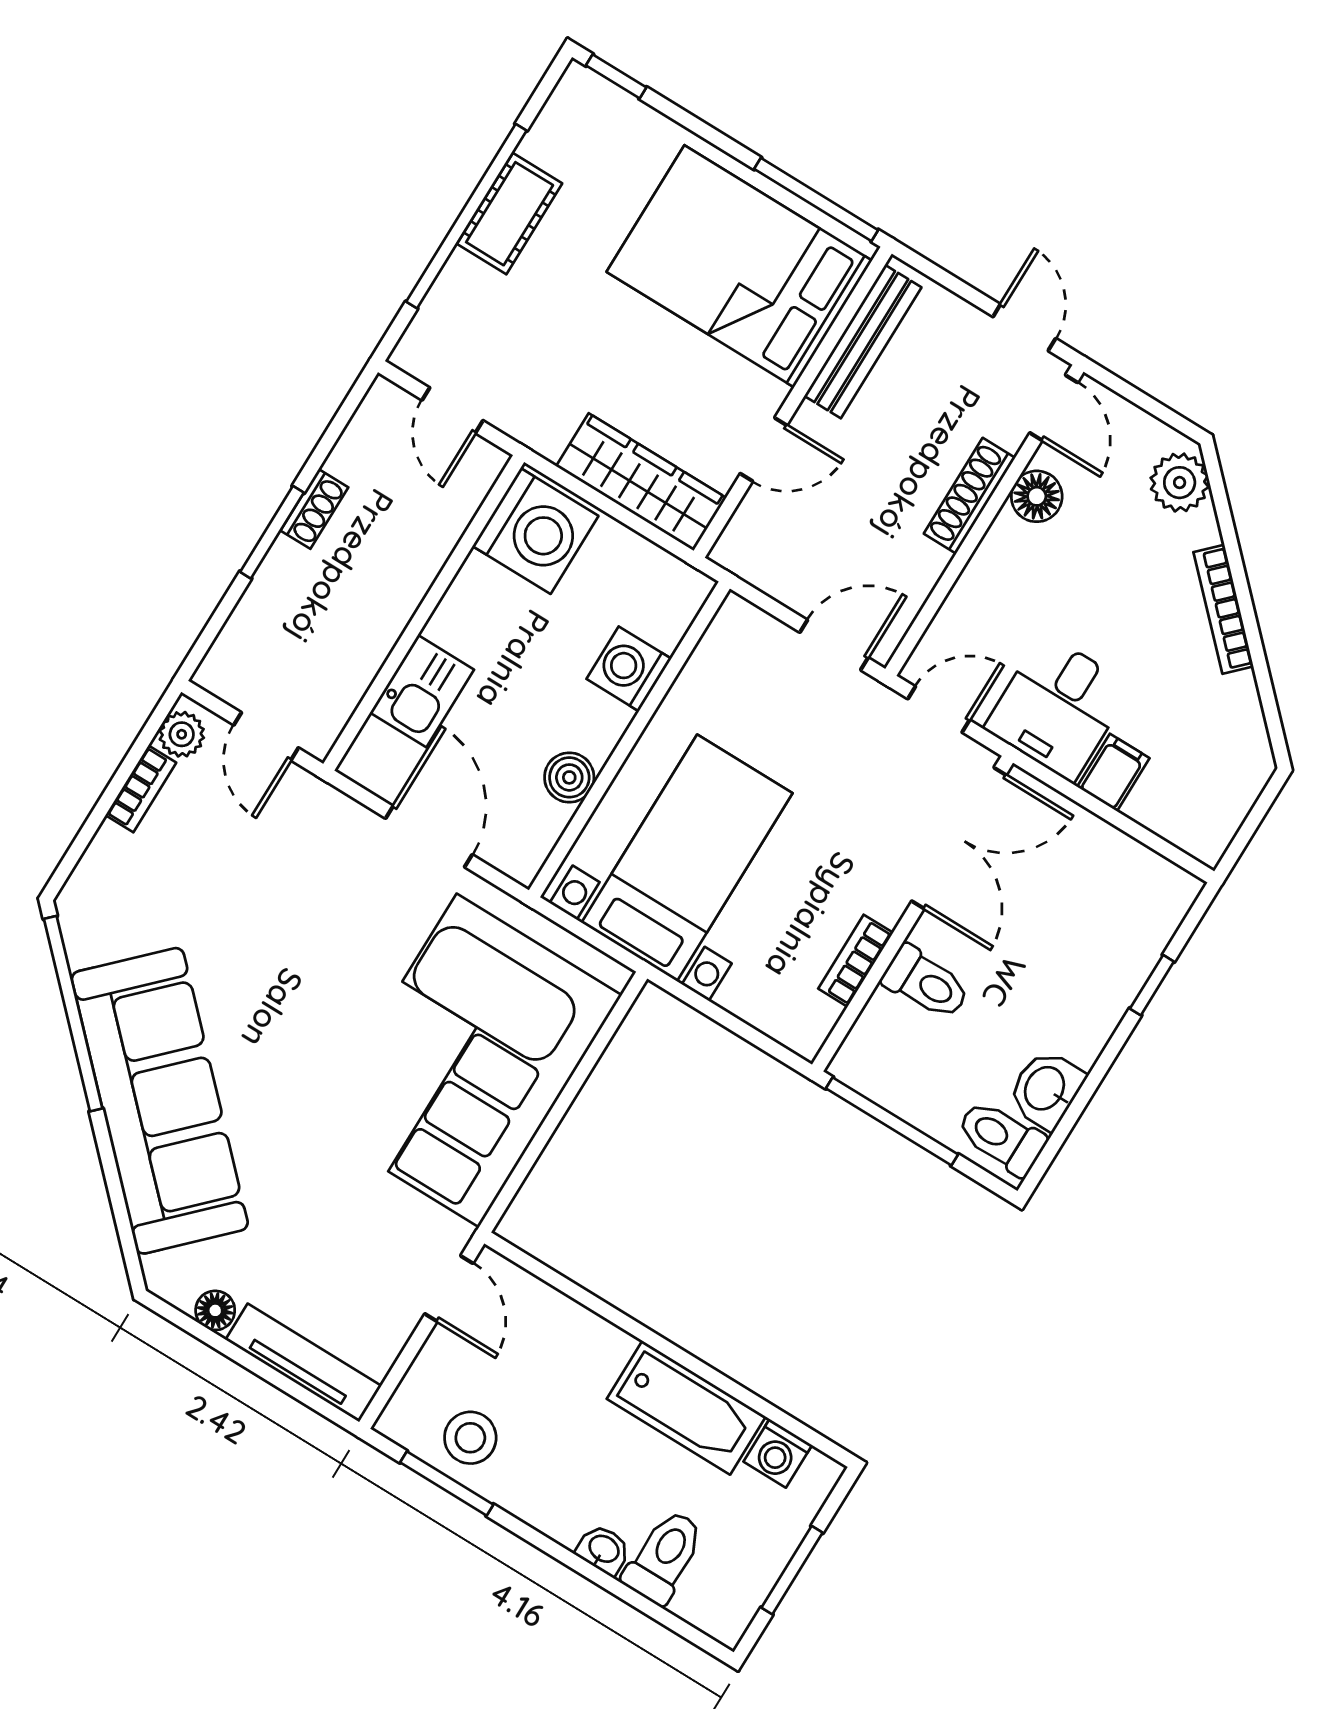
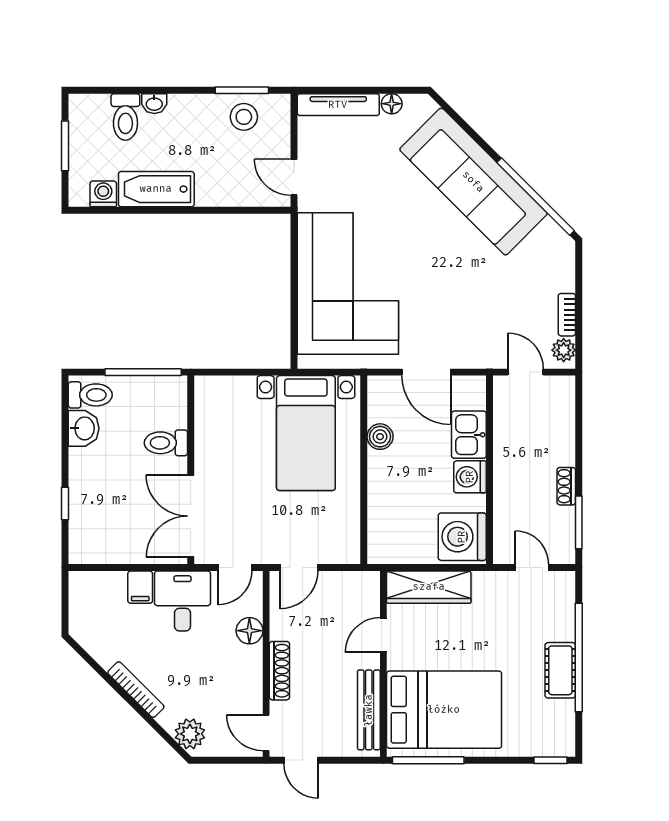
floor lamp: (1037, 496) -> (249, 631), moved
window: (272, 532) -> (579, 522), moved
washing machine: (629, 669) -> (470, 477), moved, turned 180
bookcase: (856, 961) -> (203, 433), removed

